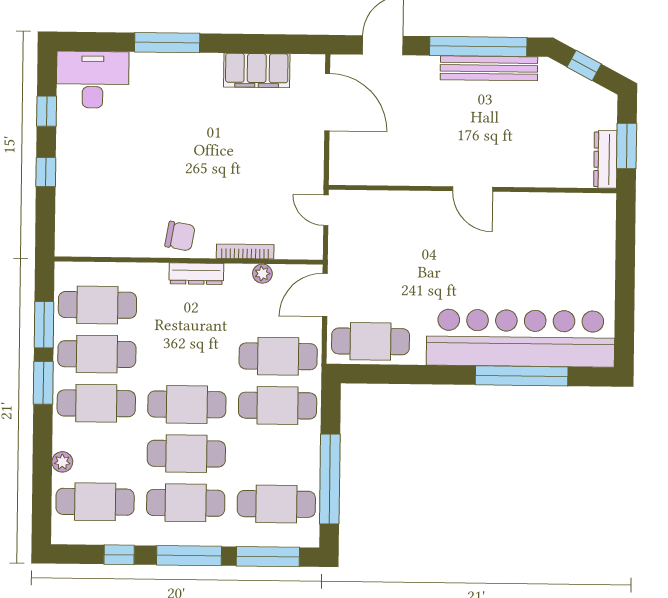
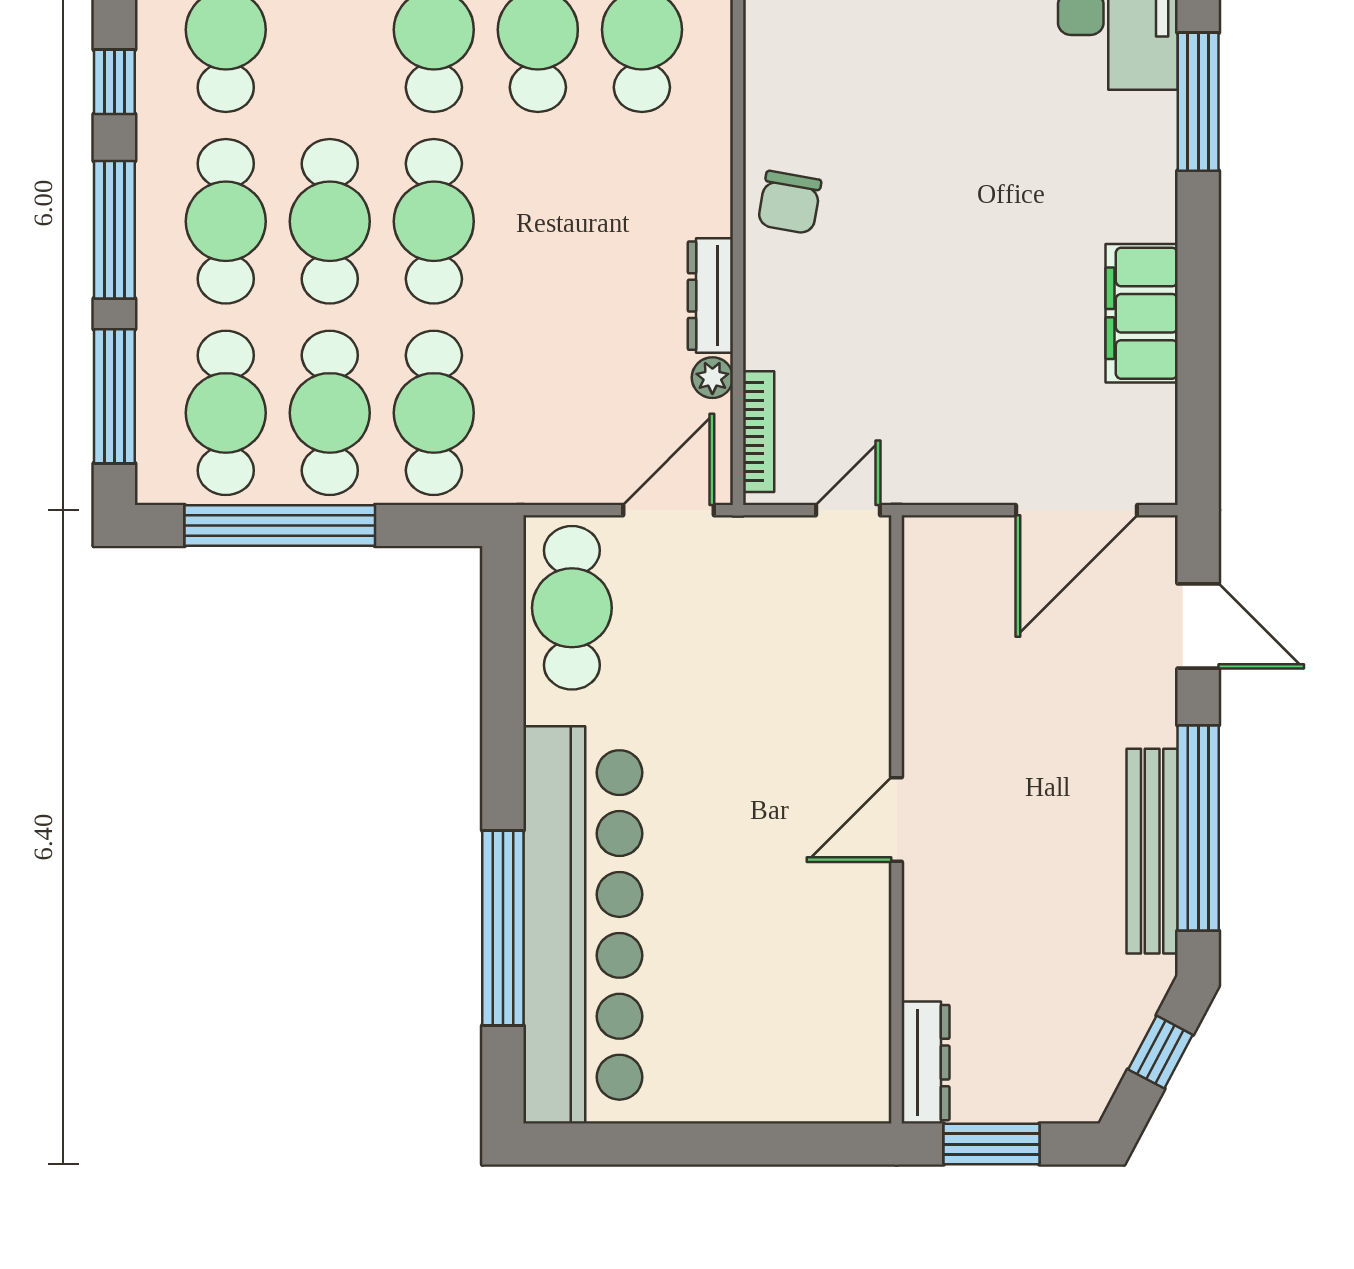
window: (167, 43) -> (1198, 102), moved
filing cabinet: (257, 70) -> (1142, 313), moved
dresser: (605, 159) -> (925, 1063), moved, turned 90
bookcase: (245, 251) -> (759, 432), moved
dresser: (196, 274) -> (710, 296), moved
door: (325, 295) -> (669, 510), hinge flipped
cafe table: (278, 356) -> (330, 413), moved

